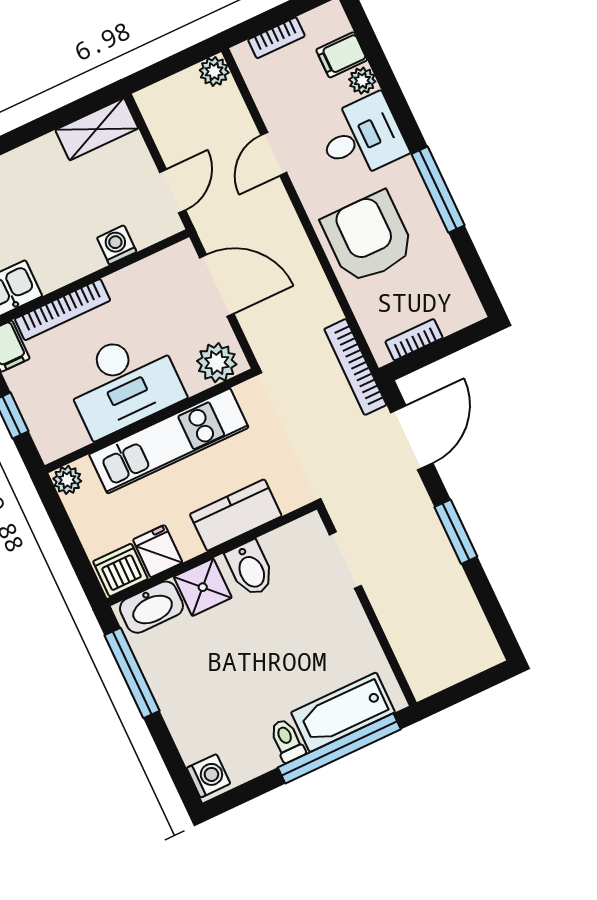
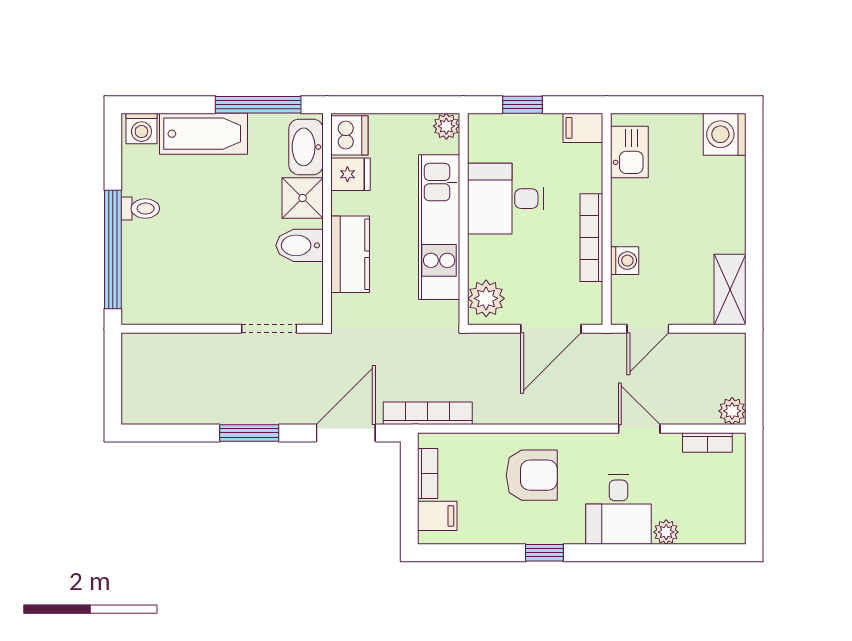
bookcase: (276, 38) -> (707, 443), moved, turned -90
filing cabinet: (342, 55) -> (437, 516), moved, turned 90
window: (438, 190) -> (544, 553), width x0.46
door: (173, 191) -> (648, 329), hinge flipped
armchair: (368, 237) -> (532, 475), width x0.73, depth x0.73
bookcase: (63, 310) -> (591, 238), moved
desk: (123, 383) -> (506, 199), width x0.73
door: (412, 438) -> (346, 433), swing flipped
bathtub: (343, 712) -> (203, 134), moved, turned 90

